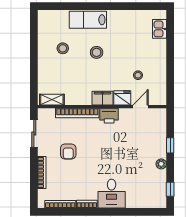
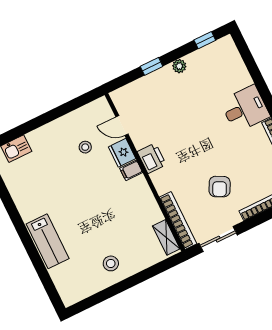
stool: (63, 48) -> (111, 263), moved
stool: (97, 52) -> (82, 211), removed
filing cabinet: (102, 98) -> (131, 170), width x0.50
bookcase: (77, 113) -> (178, 220), moved
armchair: (68, 151) -> (220, 187), turned 117

